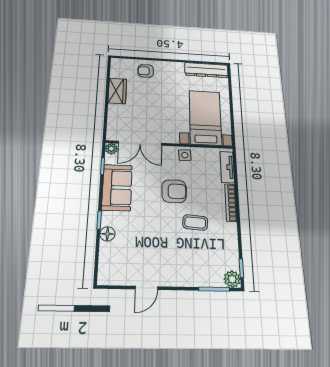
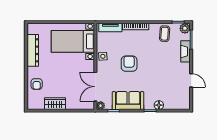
dresser: (206, 70) -> (33, 50), moved
double door: (140, 143) -> (95, 87), swing flipped
coffee table: (195, 223) -> (165, 34), moved
fireplace: (194, 279) -> (185, 51), added

